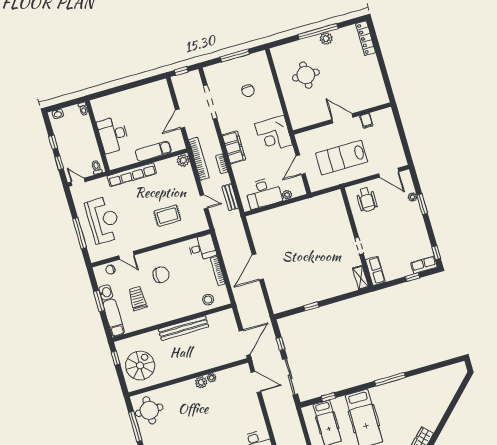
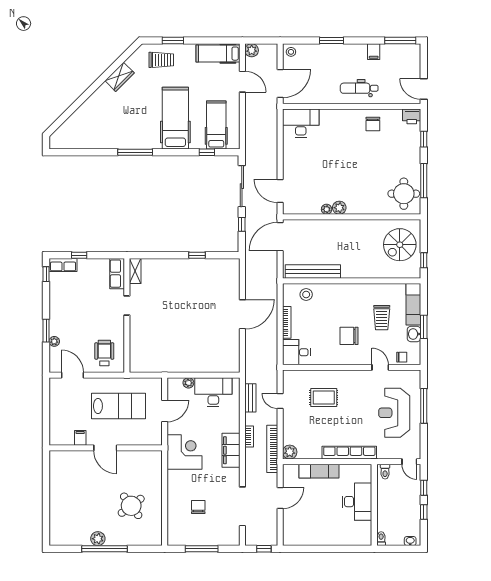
locker: (366, 38) -> (55, 527), removed
round table: (306, 75) -> (131, 506), turned -37
bench: (184, 328) -> (313, 272), moved

